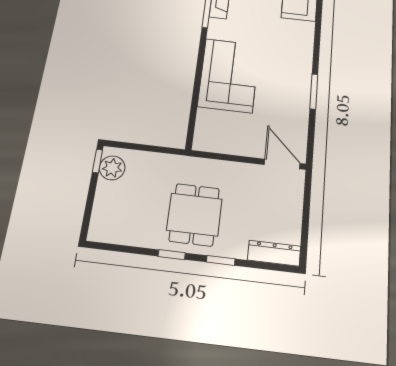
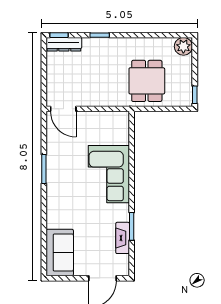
plant: (112, 168) -> (183, 46), moved
dining table: (194, 215) -> (147, 81), moved
window: (172, 255) -> (59, 35), moved

